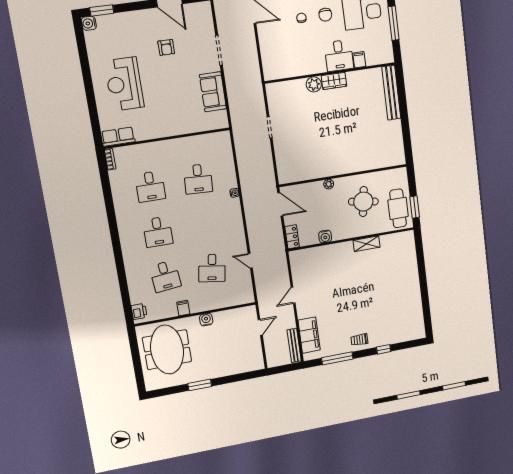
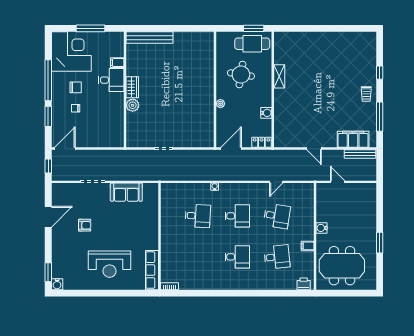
row of seats: (118, 137) -> (152, 270), width x1.48
desk: (150, 187) -> (237, 216), moved

